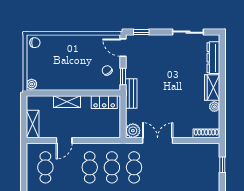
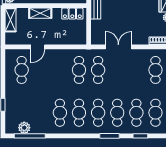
shelving: (33, 124) -> (11, 20), moved
plant: (133, 131) -> (97, 38), removed
cafe table: (90, 167) -> (155, 70), moved

